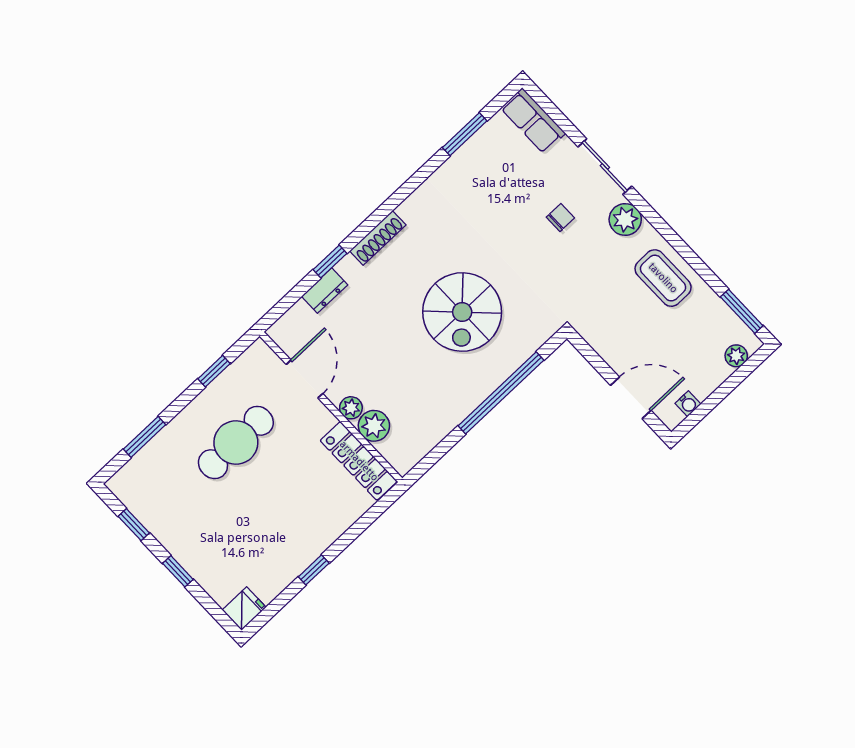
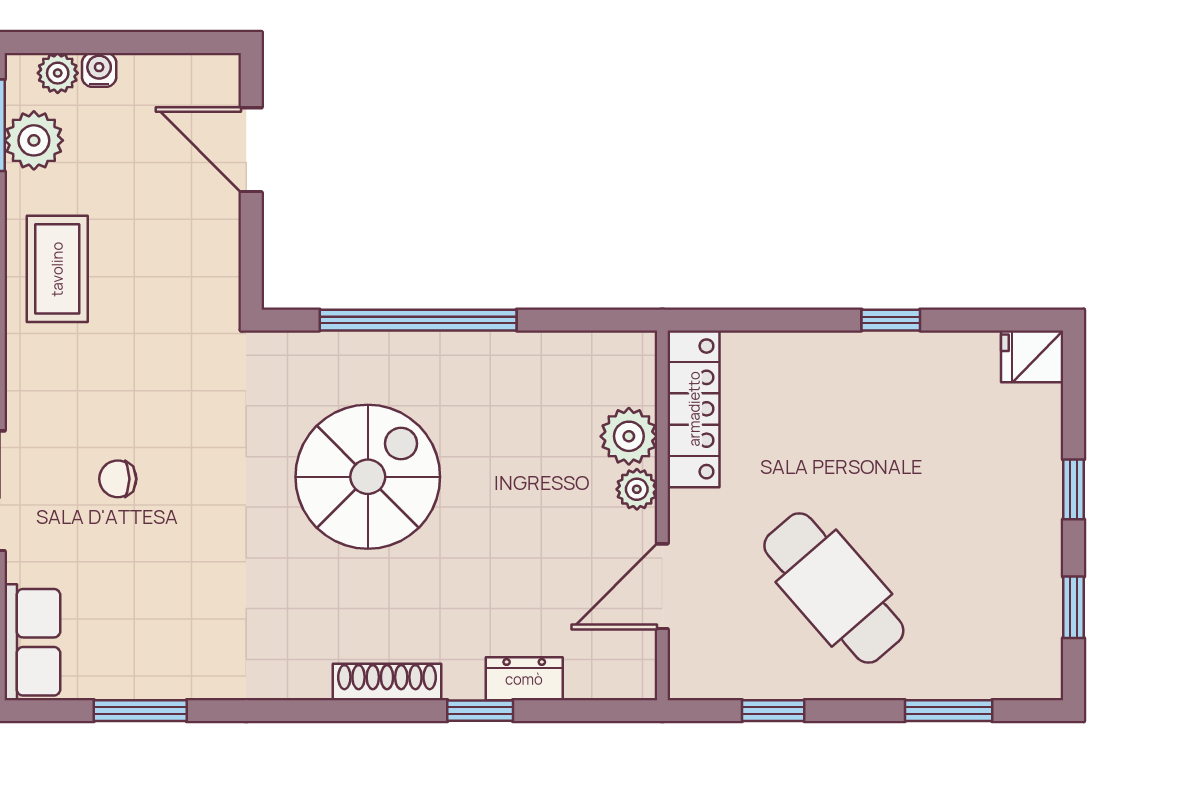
plant: (625, 219) -> (34, 140), moved
water cooler: (688, 404) -> (99, 70), moved
cafe table: (236, 442) -> (834, 588), turned 49

